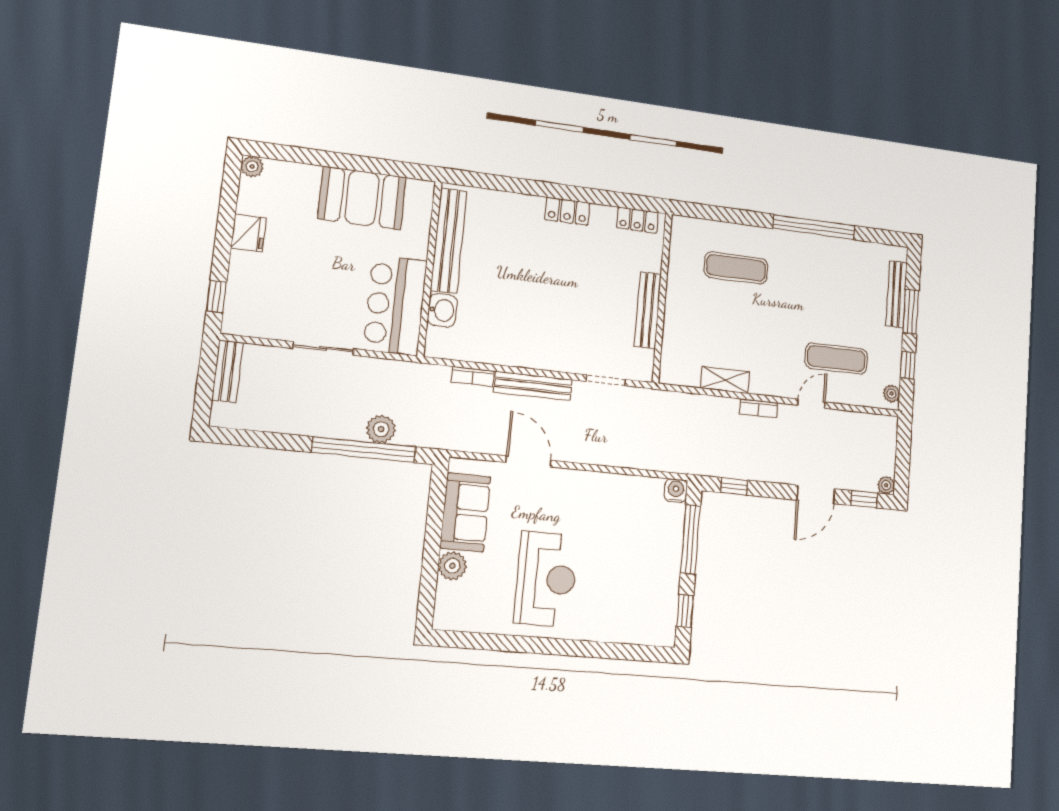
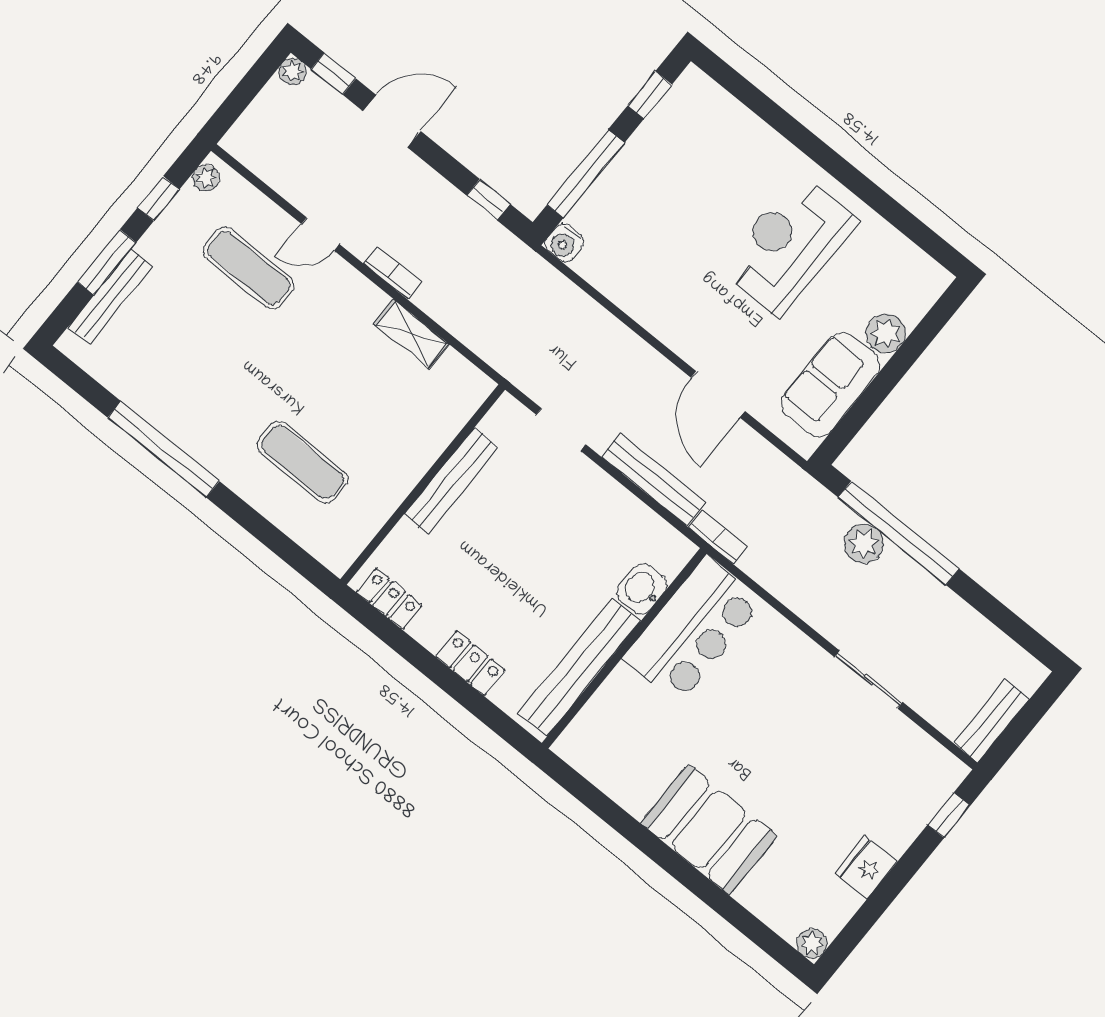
bench: (449, 241) -> (579, 667), moved
wall: (429, 268) -> (624, 648), moved
bar counter: (395, 305) -> (693, 630), moved
washbasin: (442, 310) -> (642, 589), moved

